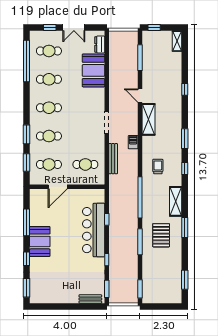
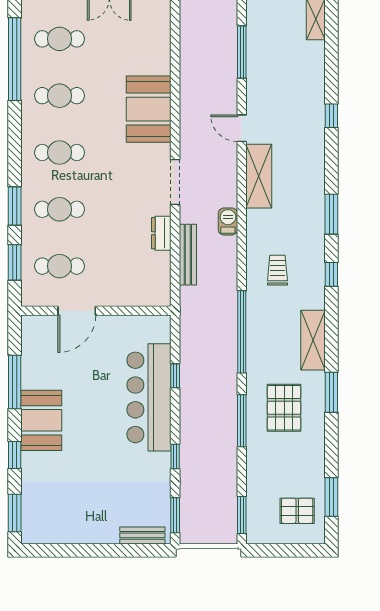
dresser: (100, 44) -> (161, 233), moved
booth: (93, 70) -> (149, 109), moved
cafe table: (85, 164) -> (132, 266), removed
pallet: (168, 287) -> (297, 511), added

